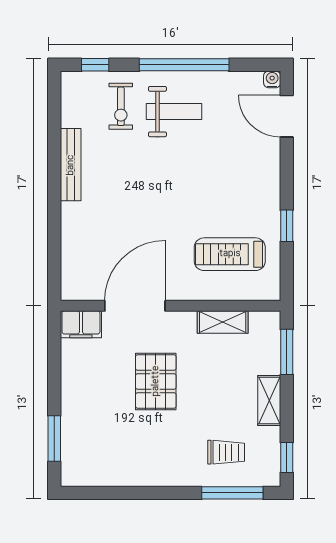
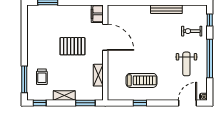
weight bench: (174, 112) -> (186, 64), moved
treadmill: (230, 254) -> (141, 80), moved, turned 90

